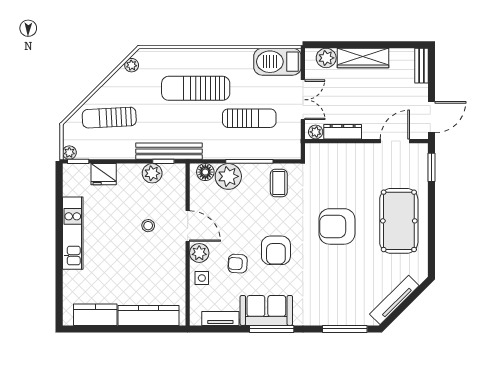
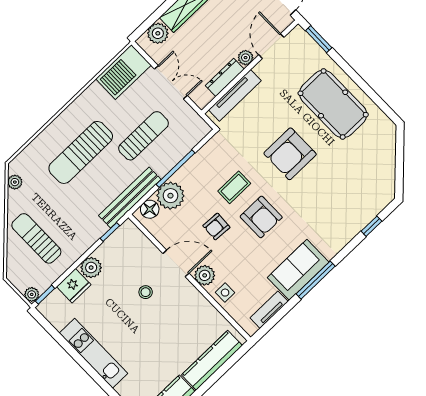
sun lounger: (109, 118) -> (36, 238), turned 93
plant: (316, 132) -> (246, 58), moved
bench: (169, 151) -> (130, 198), moved
plant: (152, 173) -> (91, 268), moved
coffee table: (279, 183) -> (234, 187), moved, turned 90
armchair: (238, 264) -> (216, 226), moved
tv unit: (394, 300) -> (235, 95), moved, turned -135
window: (345, 329) -> (371, 226), width x0.46

